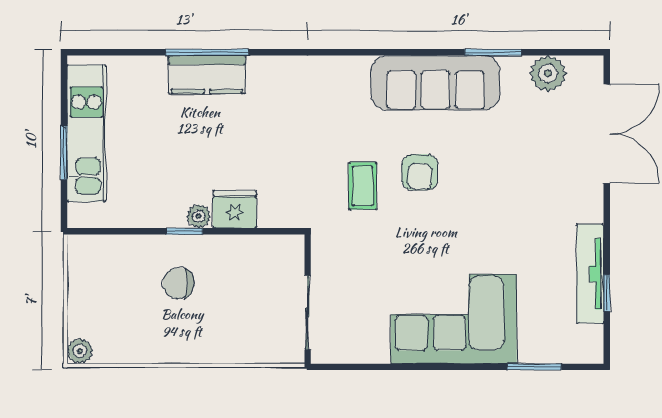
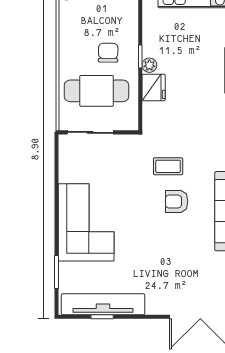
tv unit: (590, 274) -> (103, 304), width x1.36, depth x1.29
cafe table: (240, 302) -> (97, 91), added

